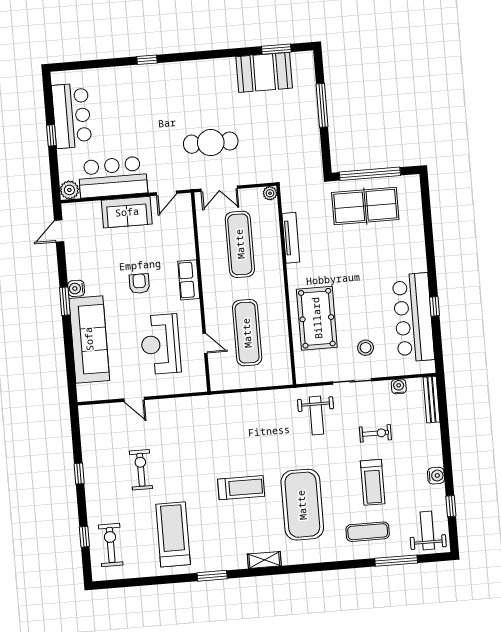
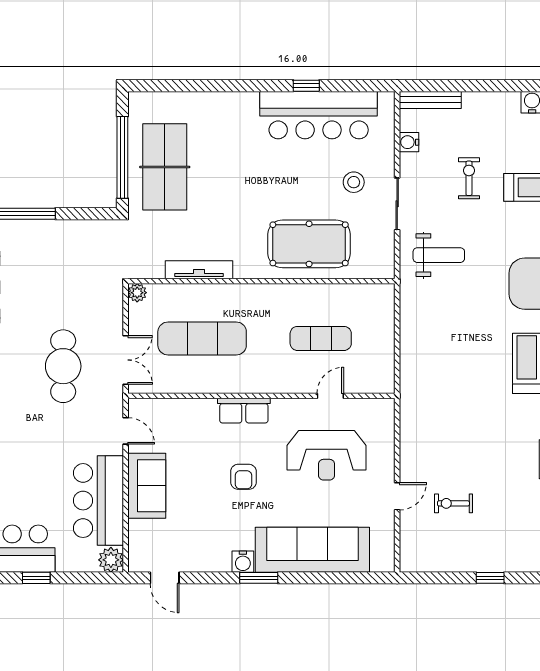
armchair: (139, 284) -> (243, 477), turned -90
exercise mat: (247, 333) -> (321, 338), width x0.73, depth x0.69
exercise bike: (141, 470) -> (453, 503), moved, width x0.73, depth x0.72

